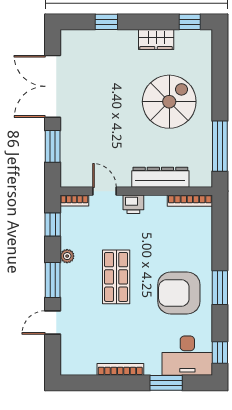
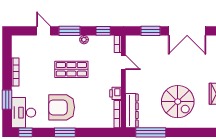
double door: (53, 86) -> (187, 31), swing flipped
dresser: (160, 177) -> (132, 111), moved
door: (105, 191) -> (123, 62), hinge flipped
printer: (133, 204) -> (115, 93), moved
armchair: (179, 293) -> (62, 107), turned -90

